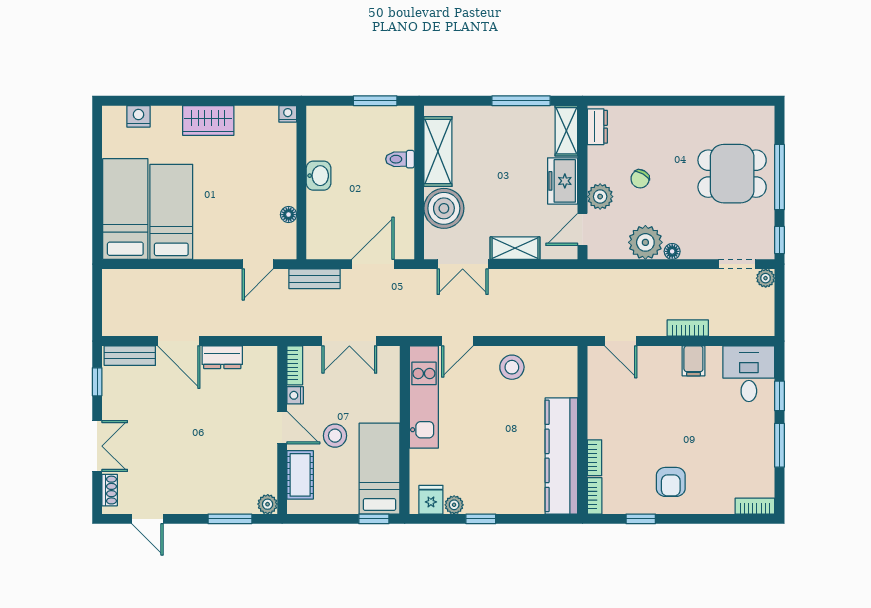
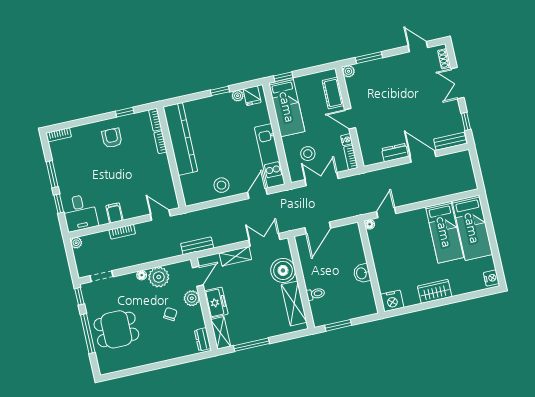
nightstand: (288, 114) -> (392, 301), width x1.89, depth x1.79
nightstand: (138, 116) -> (491, 278), moved, turned -90
floor lamp: (289, 215) -> (370, 224), moved
plant: (766, 278) -> (76, 243), moved
bench: (314, 279) -> (197, 246), moved
stool: (335, 436) -> (308, 154), moved

